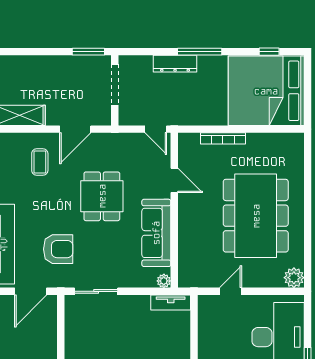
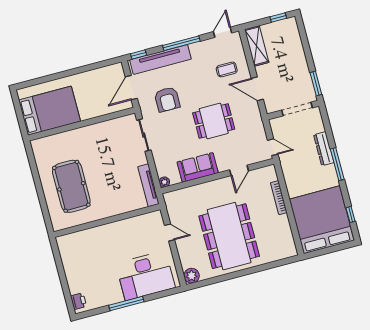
door: (156, 129) -> (273, 147), swing flipped
dining table: (256, 216) -> (229, 236), turned 90
sofa: (156, 233) -> (198, 167), width x0.73
door: (31, 291) -> (131, 88), hinge flipped
tv unit: (171, 302) -> (148, 185), width x1.41

